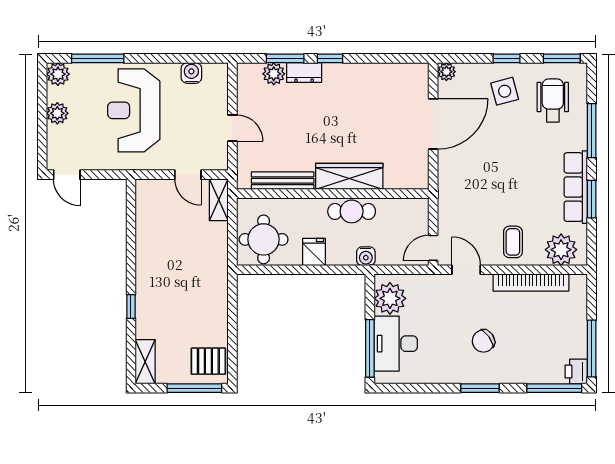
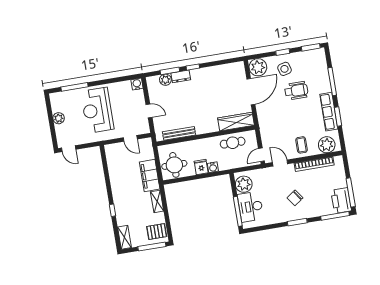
plant: (446, 72) -> (258, 67), width x1.88, depth x1.88
water cooler: (191, 73) -> (137, 84), moved
plant: (58, 74) -> (56, 98), removed
wheelchair: (553, 101) -> (296, 91), moved, turned 90
wardrobe: (349, 176) -> (236, 122), moved
shelving: (219, 200) -> (157, 201), moved
cafe table: (352, 211) -> (233, 143), moved
filing cabinet: (213, 252) -> (150, 175), added
water cooler: (366, 256) -> (213, 167), moved
printer: (576, 372) -> (341, 201), width x1.87, depth x1.48

